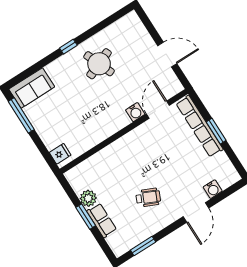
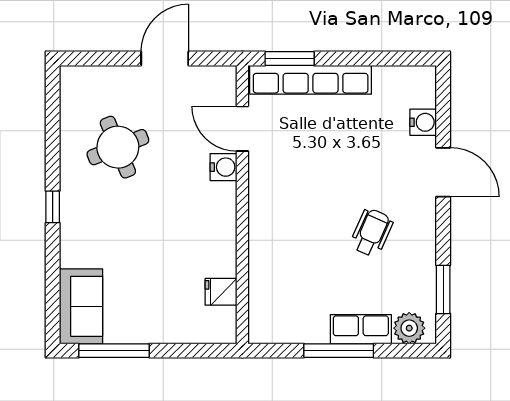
round table: (99, 64) -> (118, 147), moved
window: (216, 131) -> (290, 58), moved
fridge: (60, 154) -> (221, 292), moved, turned -90
plant: (88, 198) -> (409, 328), moved
window: (86, 217) -> (339, 351), width x1.44

